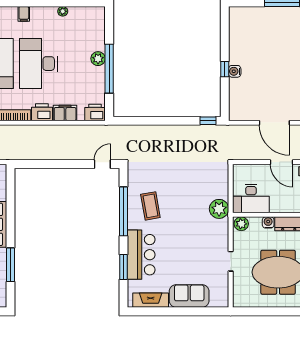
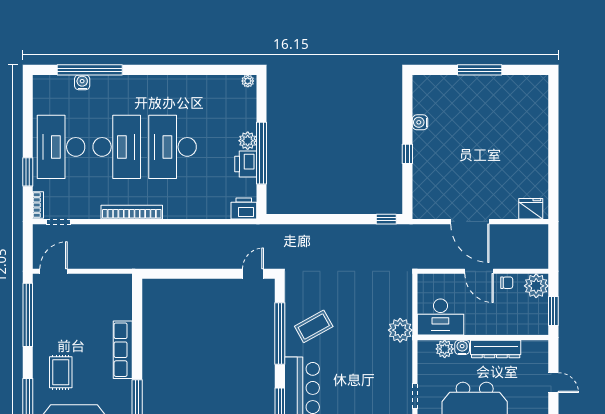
plant: (63, 11) -> (248, 81), moved
filing cabinet: (24, 14) -> (154, 84), removed
water cooler: (235, 71) -> (420, 122), moved
printer: (42, 112) -> (246, 164), moved, turned -90
filing cabinet: (65, 113) -> (206, 209), removed
coffee table: (150, 206) -> (314, 326), turned 71
plant: (241, 224) -> (445, 349), moved

